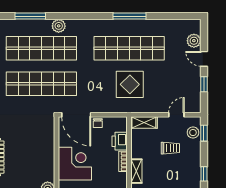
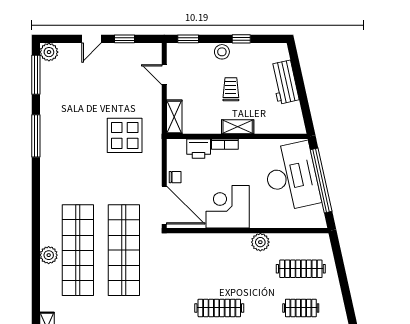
window: (30, 16) -> (36, 75), moved
plant: (59, 26) -> (49, 255), moved
plant: (194, 41) -> (49, 52), moved
shop shelf: (129, 48) -> (78, 136), removed
door: (76, 115) -> (164, 205), hinge flipped
stool: (193, 133) -> (222, 52), moved
trolley: (170, 148) -> (231, 89), moved

